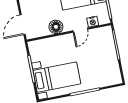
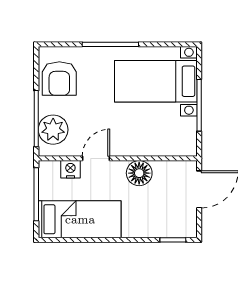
plant: (106, 41) -> (53, 130), added
armchair: (108, 68) -> (59, 79), added

